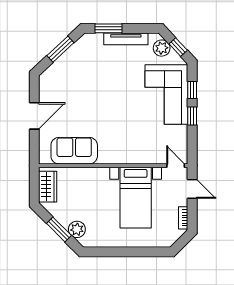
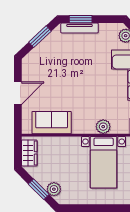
tv unit: (126, 39) -> (80, 28), moved
plant: (135, 155) -> (103, 127), added

